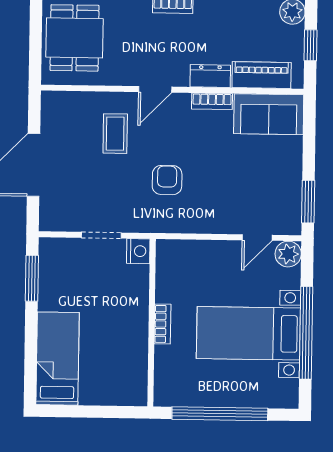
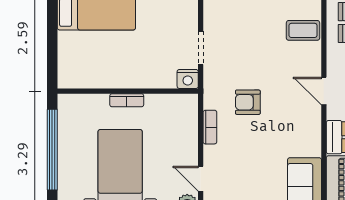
bookcase: (212, 101) -> (210, 127), moved, turned 180
coffee table: (115, 134) -> (303, 30), moved
armchair: (167, 180) -> (248, 102), turned 180

